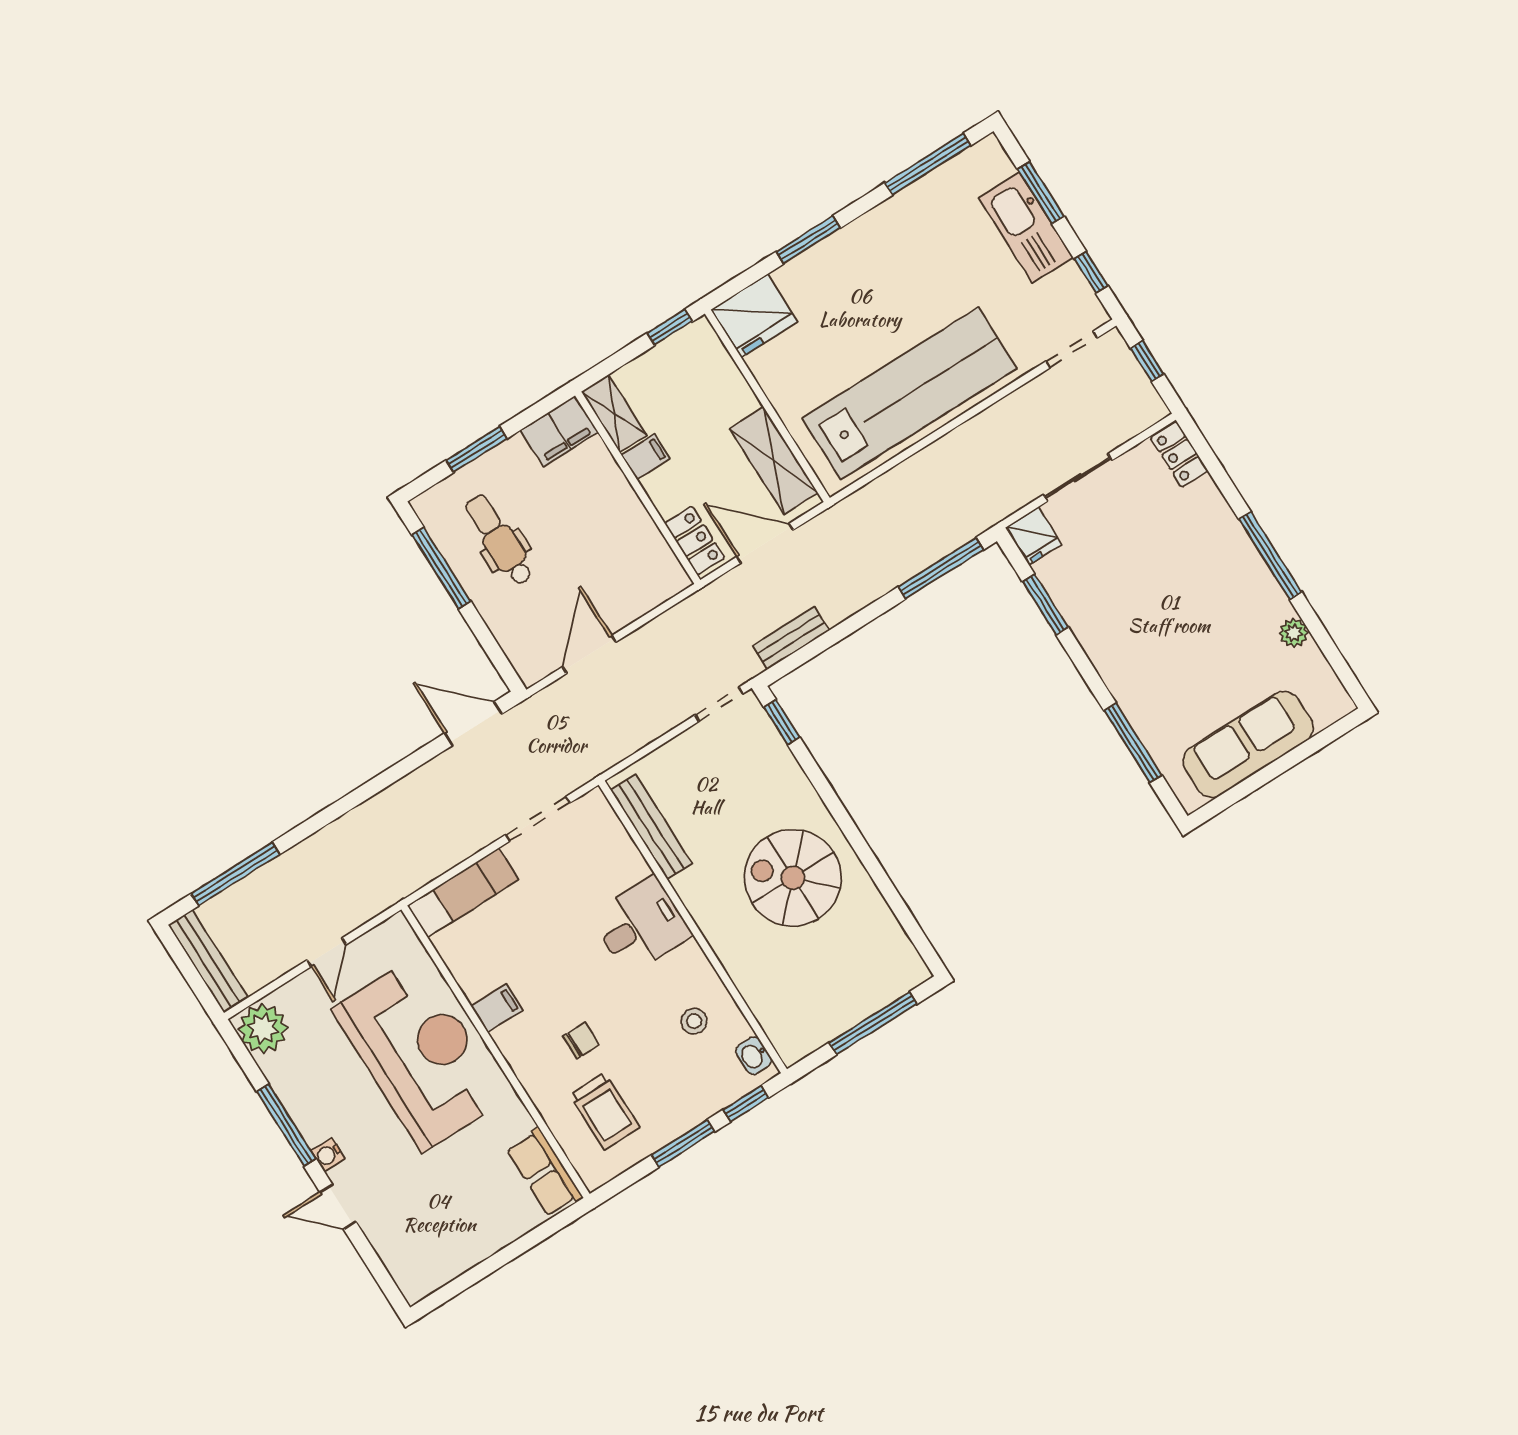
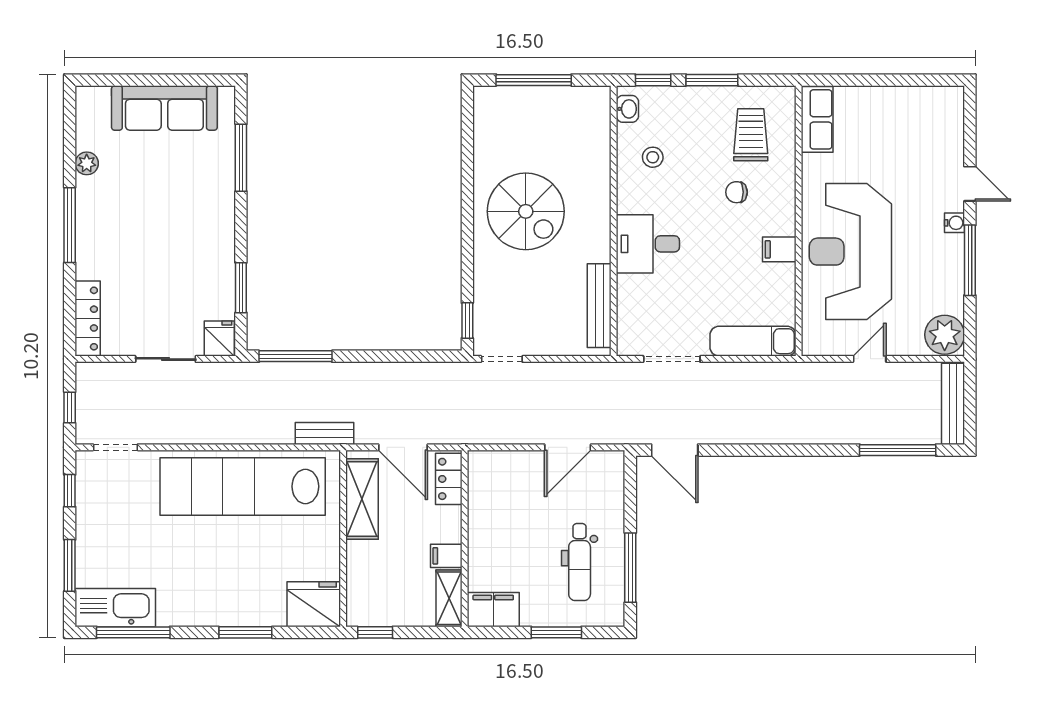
kitchen sink: (1026, 228) -> (115, 608), moved, turned -90
locker: (1179, 454) -> (88, 319), width x1.53
bench: (791, 638) -> (325, 433), moved

